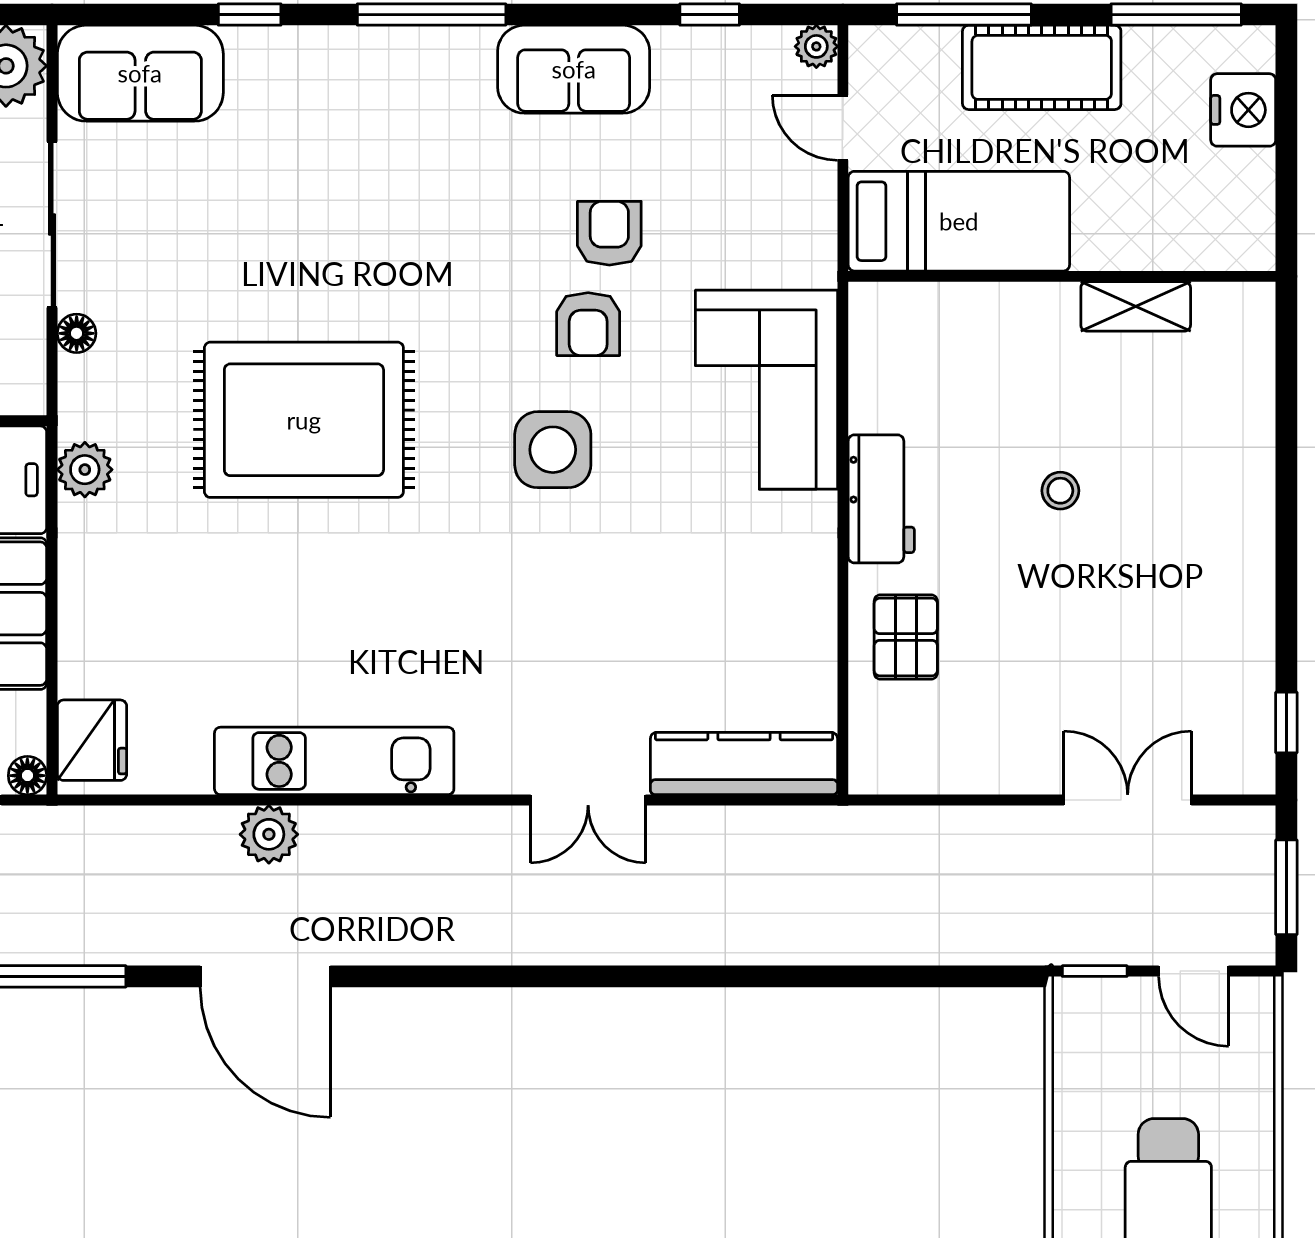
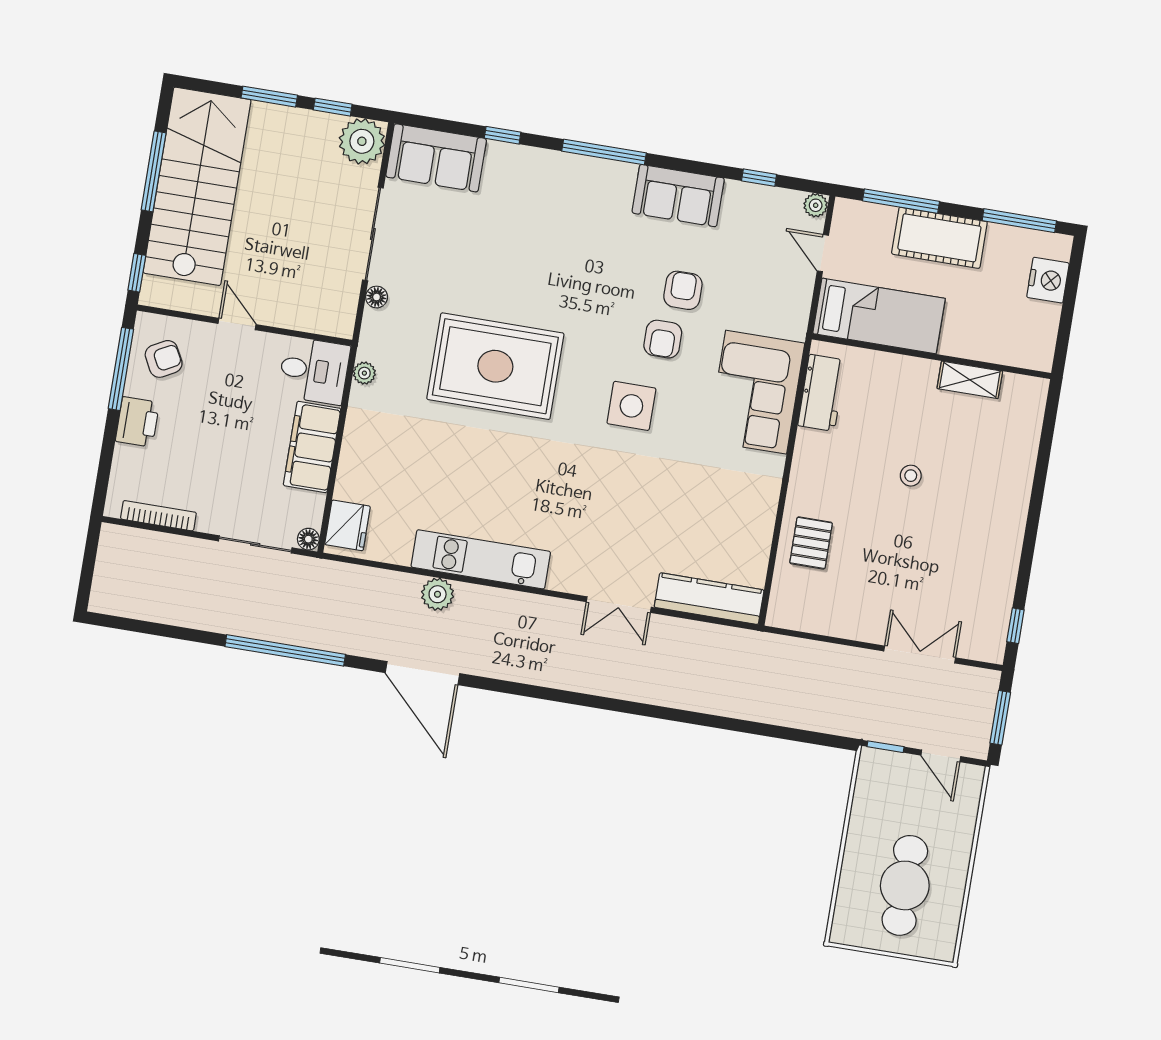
plant: (85, 470) -> (364, 373), width x0.73, depth x0.73
workbench: (881, 499) -> (822, 393), moved

